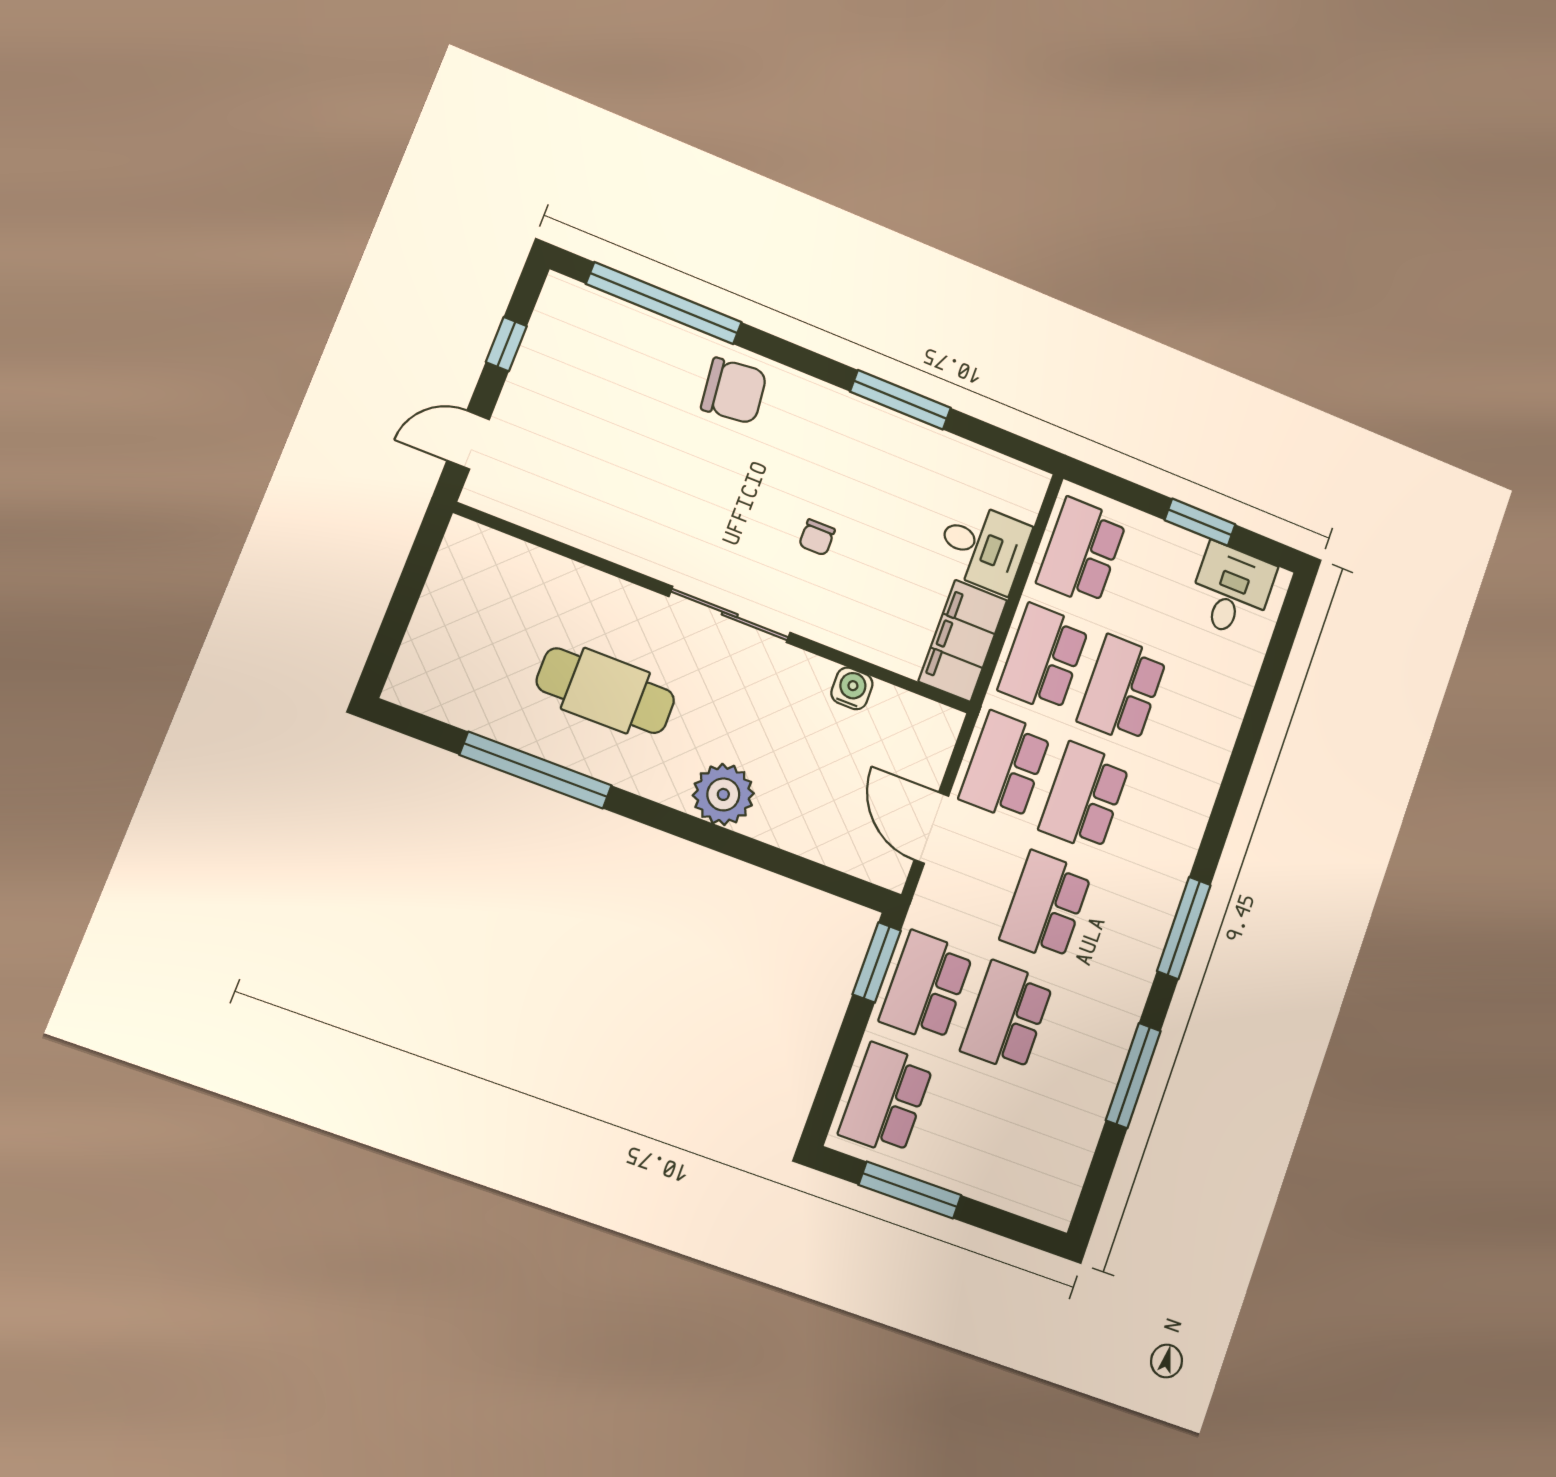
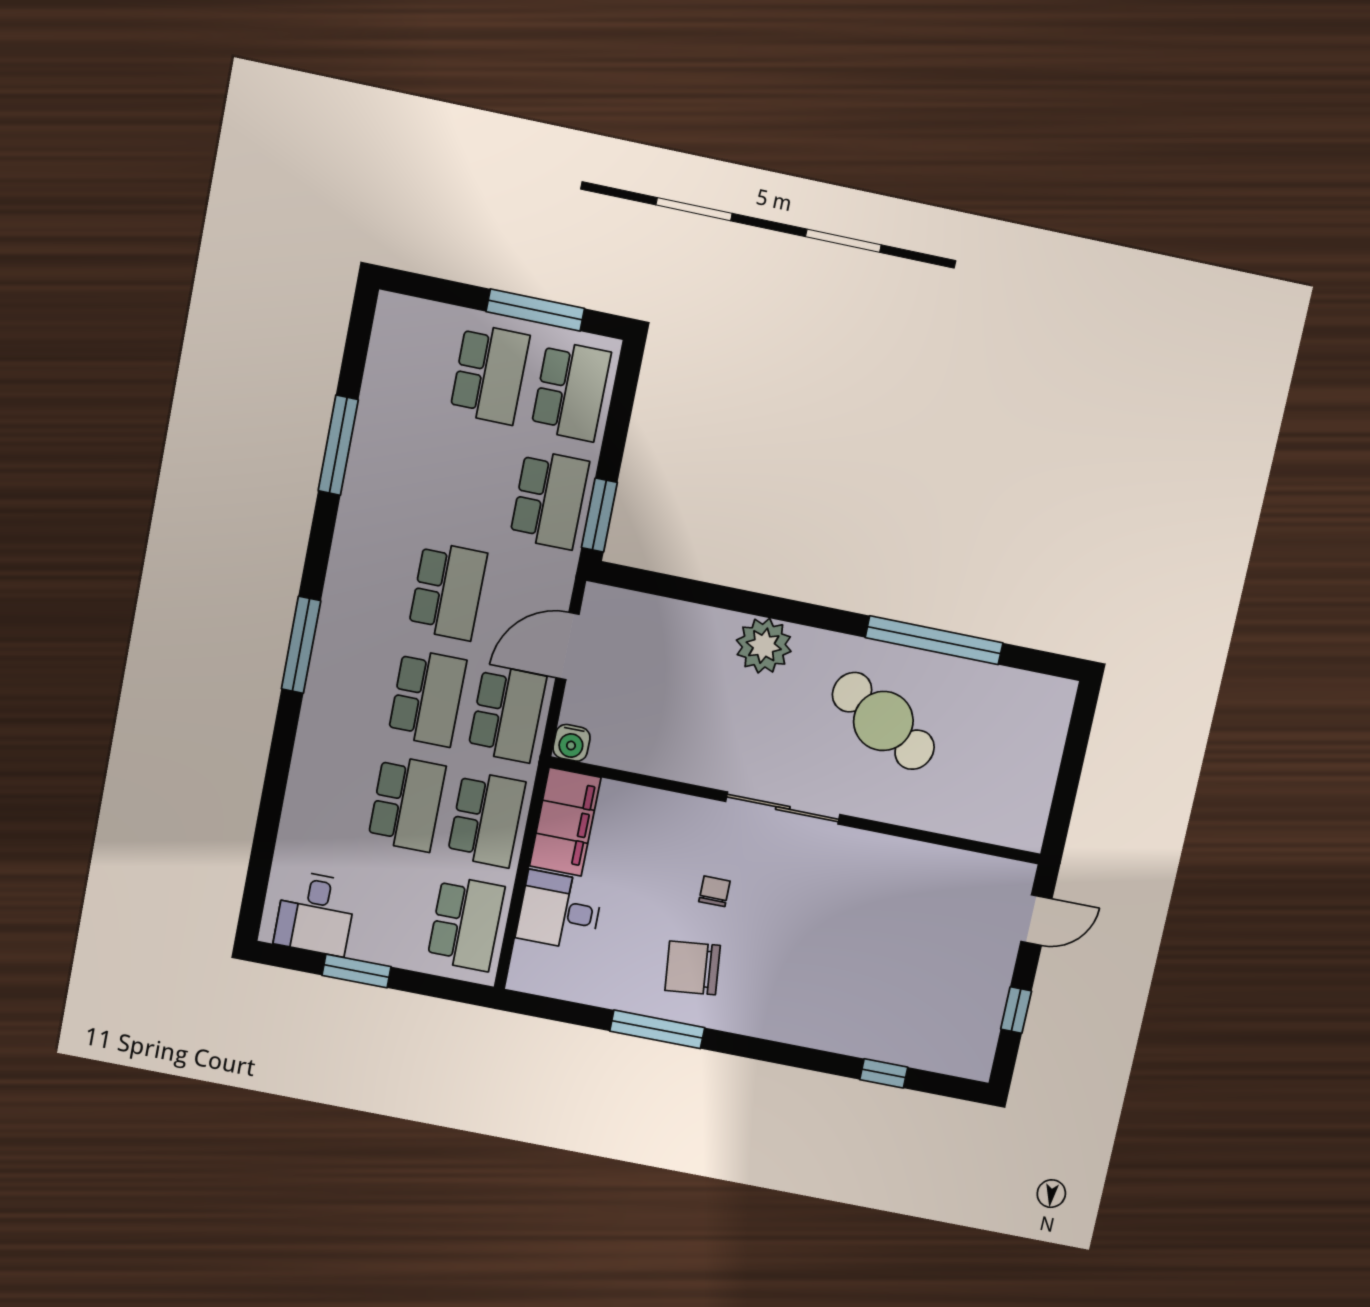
window: (664, 303) -> (884, 1073), width x0.32
chair: (734, 391) -> (693, 968), moved
water cooler: (852, 688) -> (571, 743), moved
cafe table: (605, 691) -> (883, 721), turned 31
door: (931, 828) -> (567, 646), swing flipped
window: (1184, 928) -> (301, 645), moved
school desk: (1007, 1017) -> (490, 374), moved

